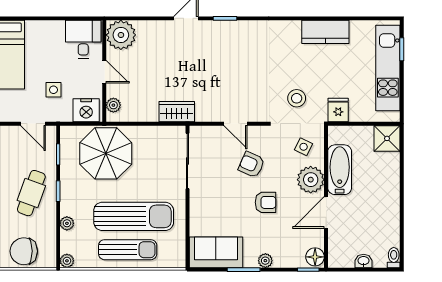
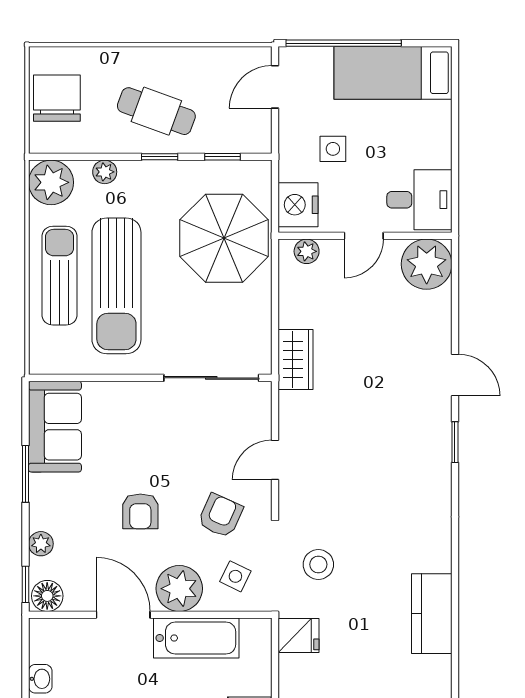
door: (33, 124) -> (275, 87), moved
armchair: (251, 165) -> (220, 516), moved
sun lounger: (128, 250) -> (60, 276), turned 180
plant: (67, 261) -> (51, 182), width x1.88, depth x1.88
plant: (265, 261) -> (41, 544), moved

